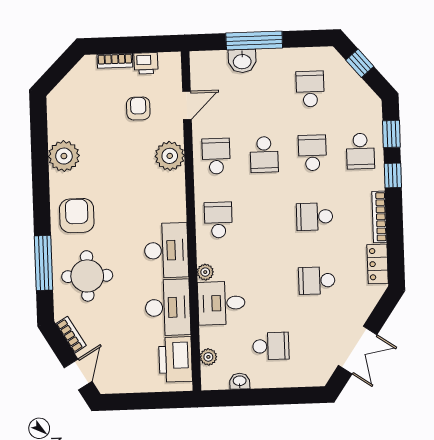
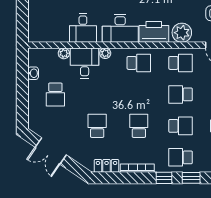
desk: (168, 307) -> (83, 28), width x0.73
plant: (208, 357) -> (64, 53), moved
printer: (175, 359) -> (154, 32), moved

